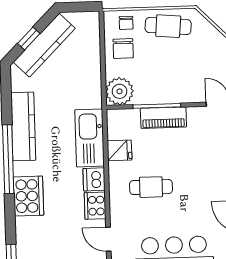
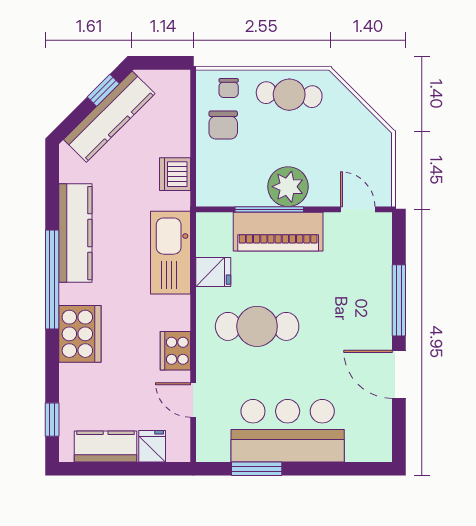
window: (29, 38) -> (103, 90), moved
plant: (119, 91) -> (288, 187), moved
piano: (163, 118) -> (278, 232), width x1.37, depth x1.33
dishwasher: (94, 179) -> (175, 174), moved
cafe table: (151, 187) -> (257, 326), width x1.37, depth x1.35

